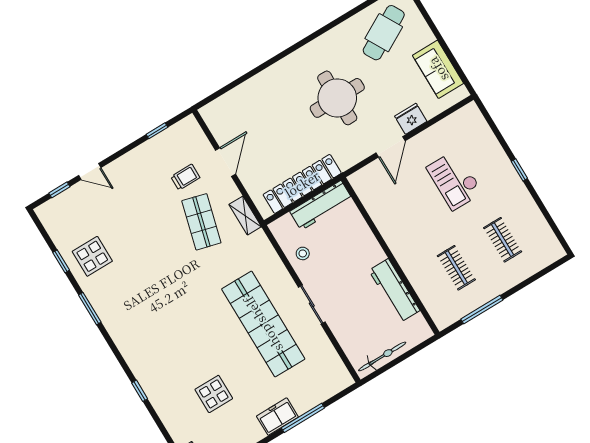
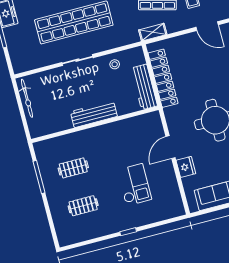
door: (391, 147) -> (171, 147), hinge flipped
door: (226, 162) -> (207, 26), moved
checkout: (455, 180) -> (134, 185), turned 90
workbench: (394, 290) -> (94, 114), moved

